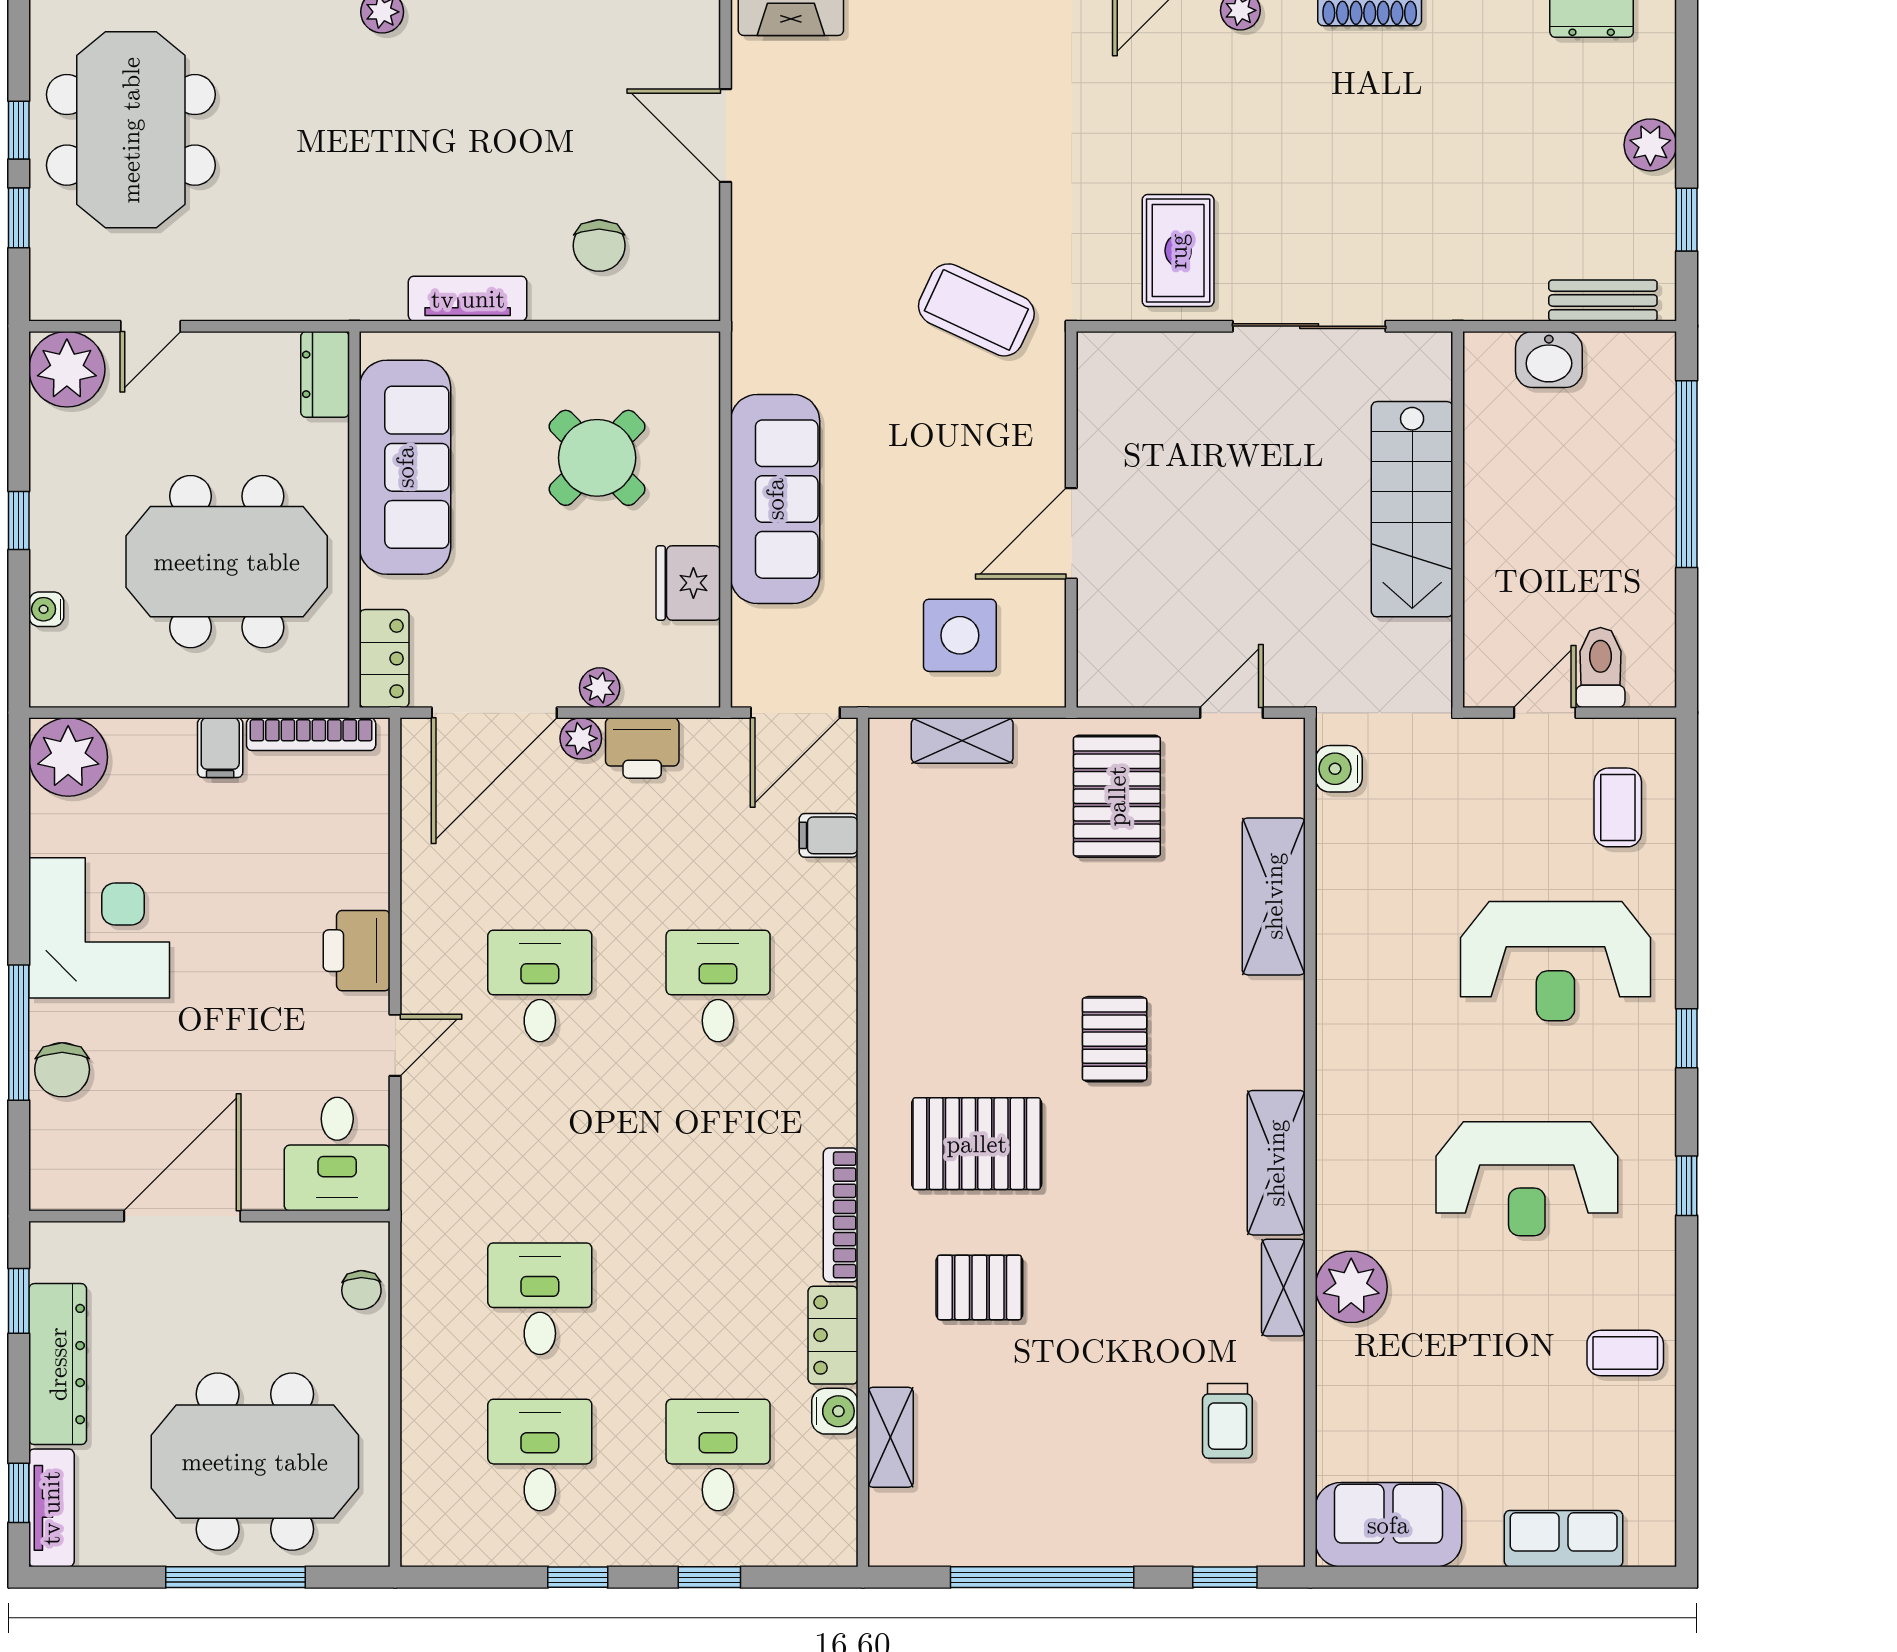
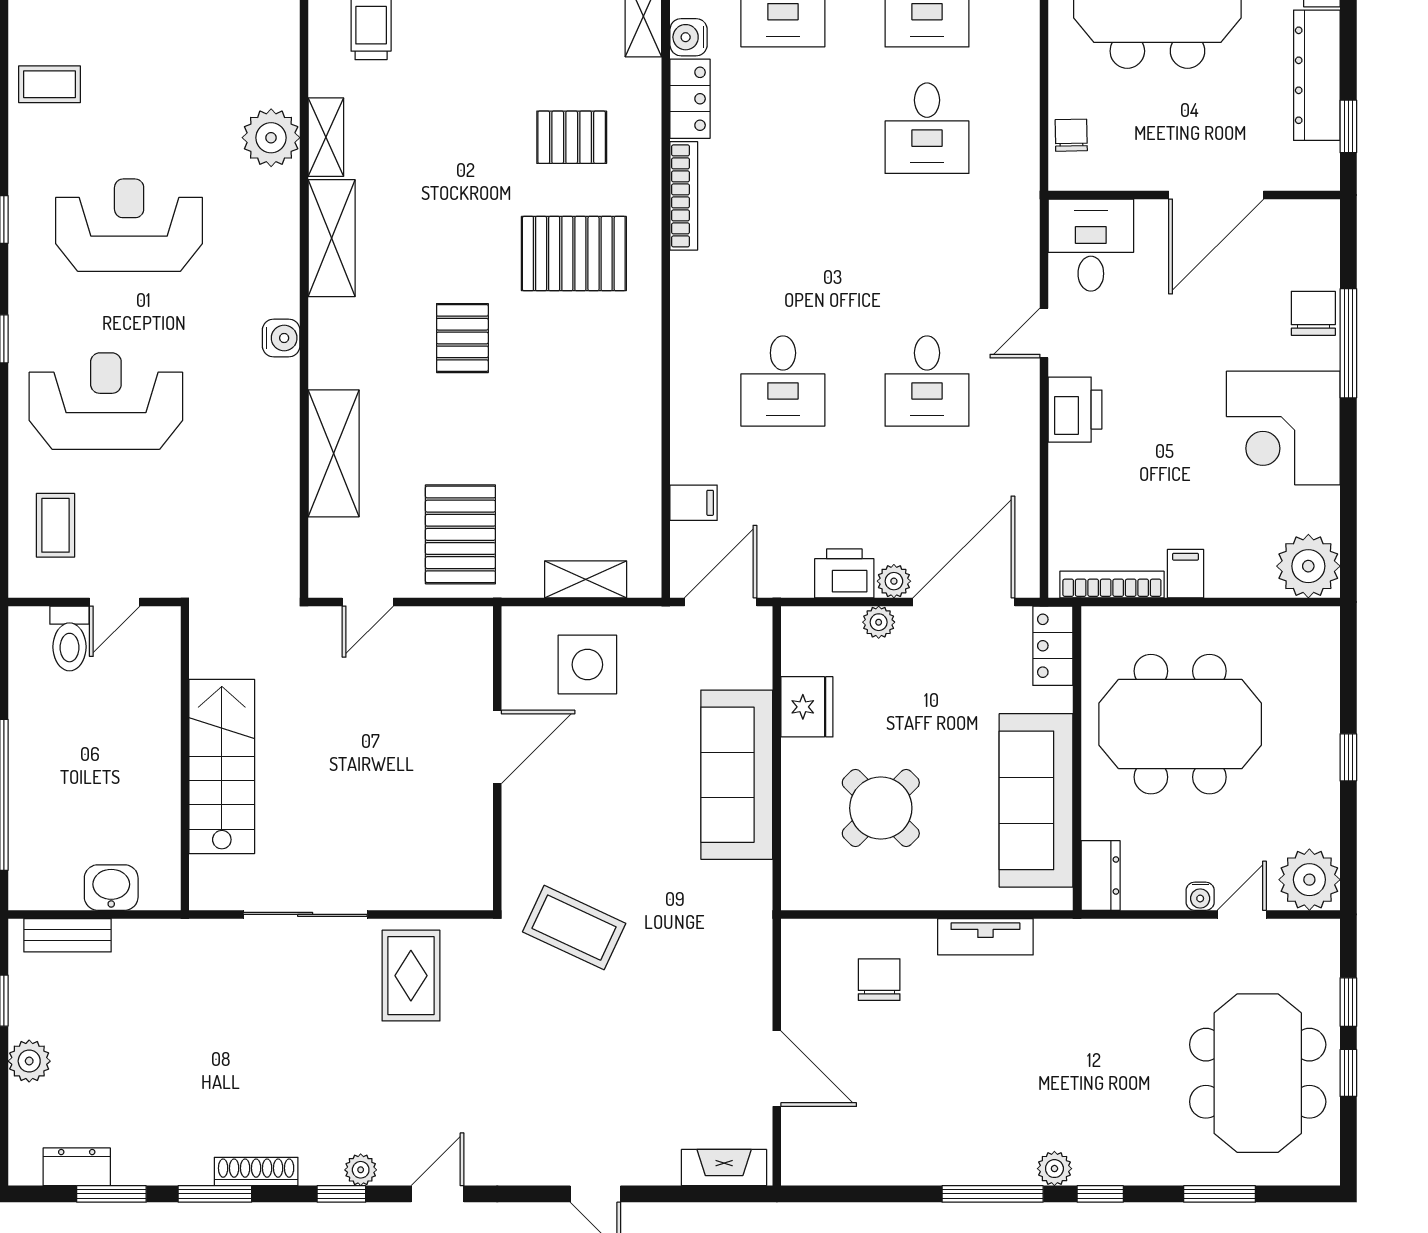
water cooler: (46, 609) -> (1200, 896), moved, turned 90
water cooler: (1339, 769) -> (281, 338), moved

